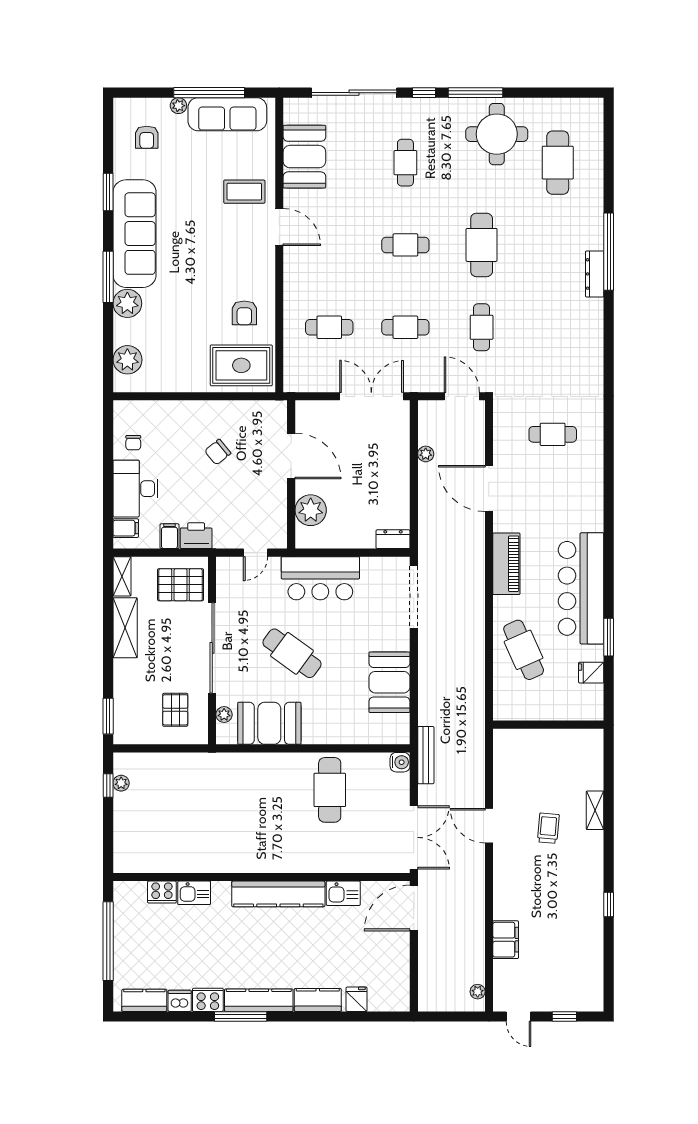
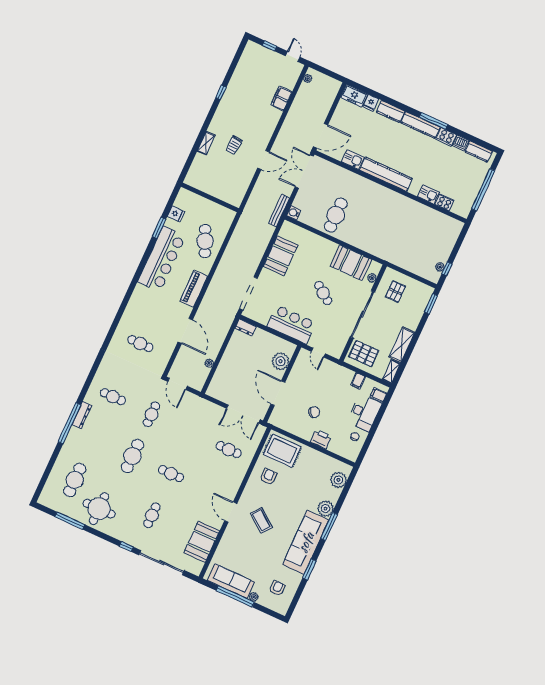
window: (476, 93) -> (70, 521), moved
coffee table: (244, 192) -> (261, 520), moved, turned 37
cafe table: (405, 327) -> (113, 397), moved
double door: (371, 396) -> (243, 414), moved
printer: (196, 536) -> (321, 439), moved, turned 180
door: (255, 553) -> (318, 353), swing flipped
cafe table: (292, 653) -> (323, 293), width x0.73, depth x0.74
door: (489, 826) -> (263, 160), hinge flipped
freezer: (389, 998) -> (354, 96), added

